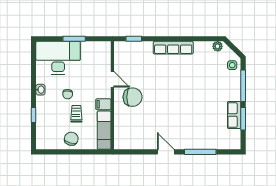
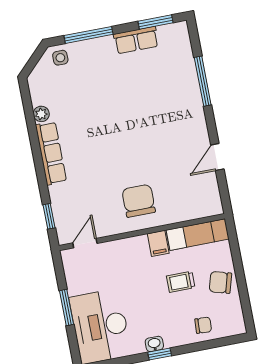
plant: (218, 46) -> (41, 114), moved
door: (112, 79) -> (85, 243), moved
chair: (68, 94) -> (203, 325), moved
window: (34, 115) -> (160, 354), moved
window: (243, 119) -> (156, 22), moved
door: (166, 152) -> (217, 157), moved

